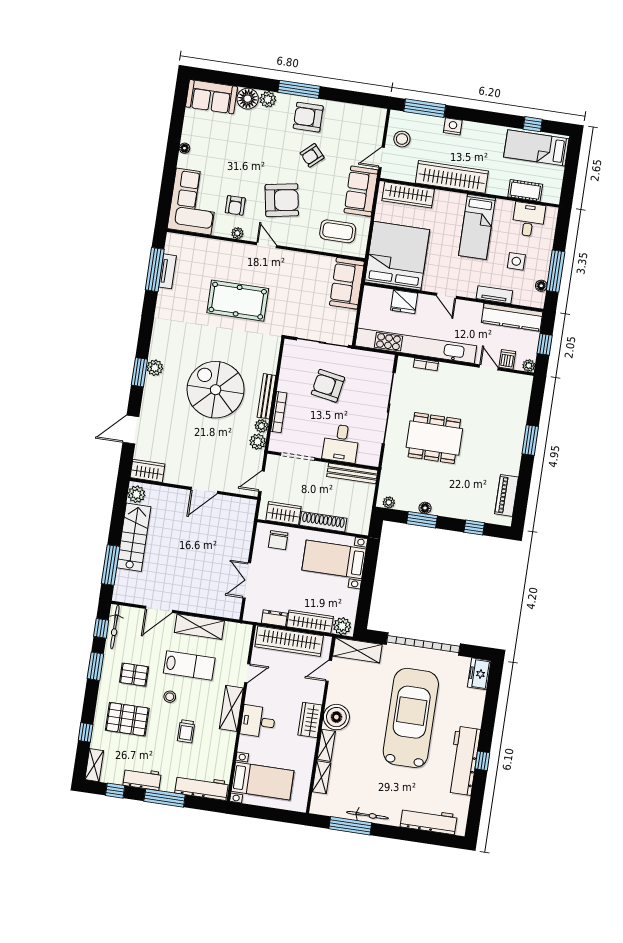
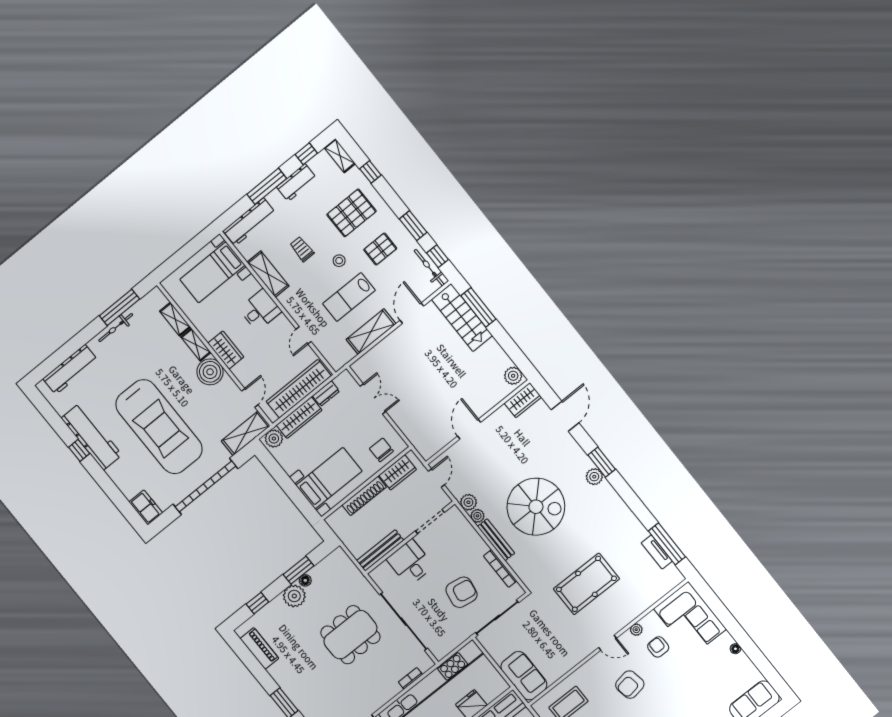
armchair: (282, 200) -> (630, 685), width x0.73, depth x0.73
bookcase: (279, 412) -> (500, 568), moved
plant: (389, 502) -> (294, 596), moved, width x1.87, depth x1.87
stairs: (134, 537) -> (462, 318), moved
shelving: (231, 708) -> (268, 274), moved

